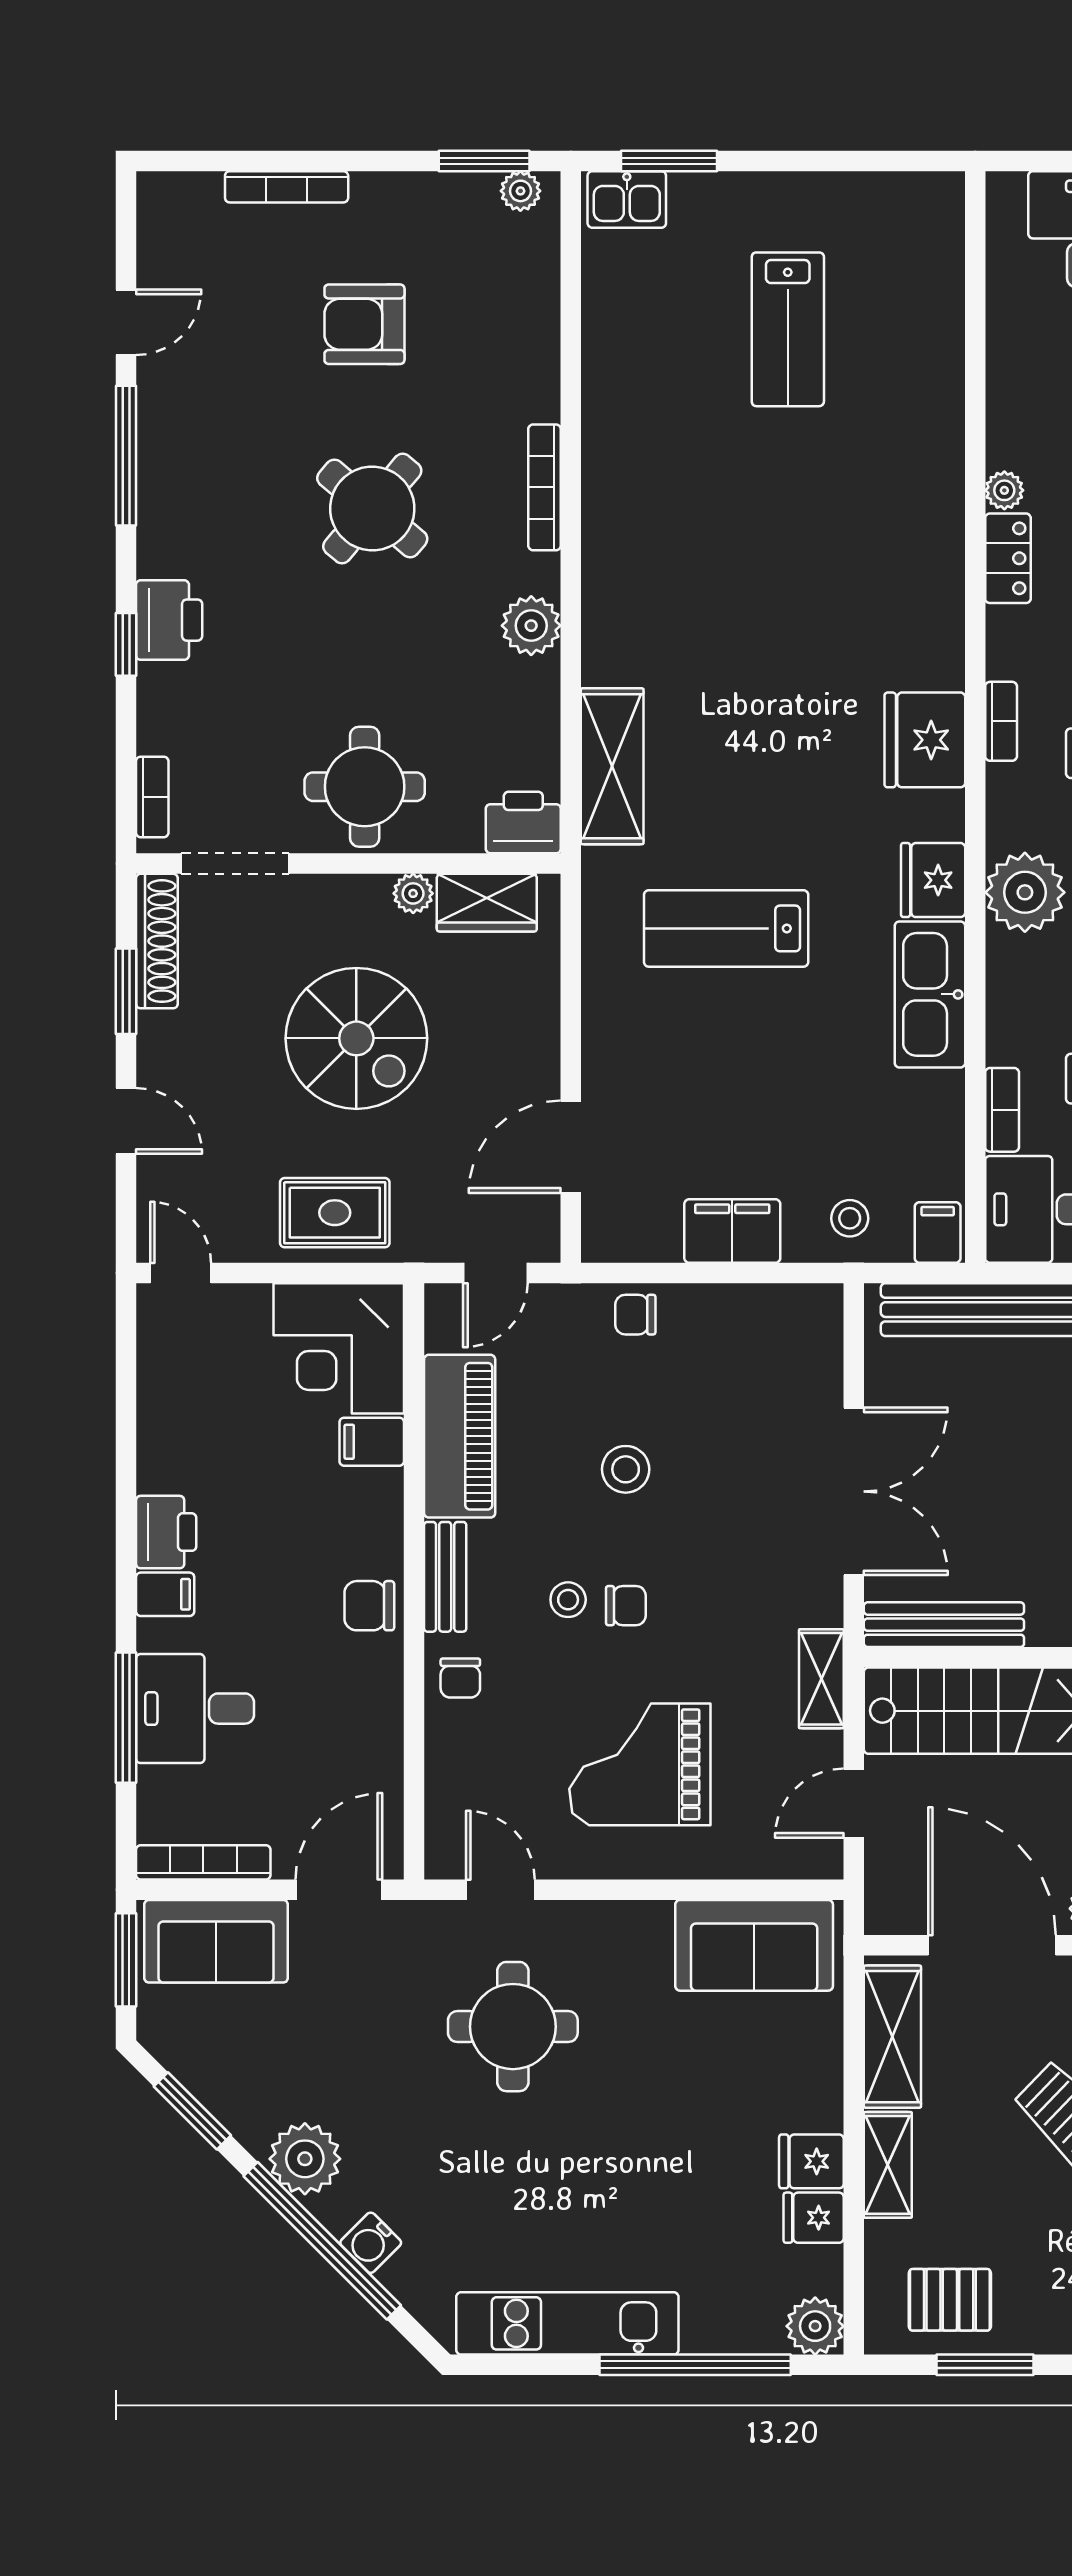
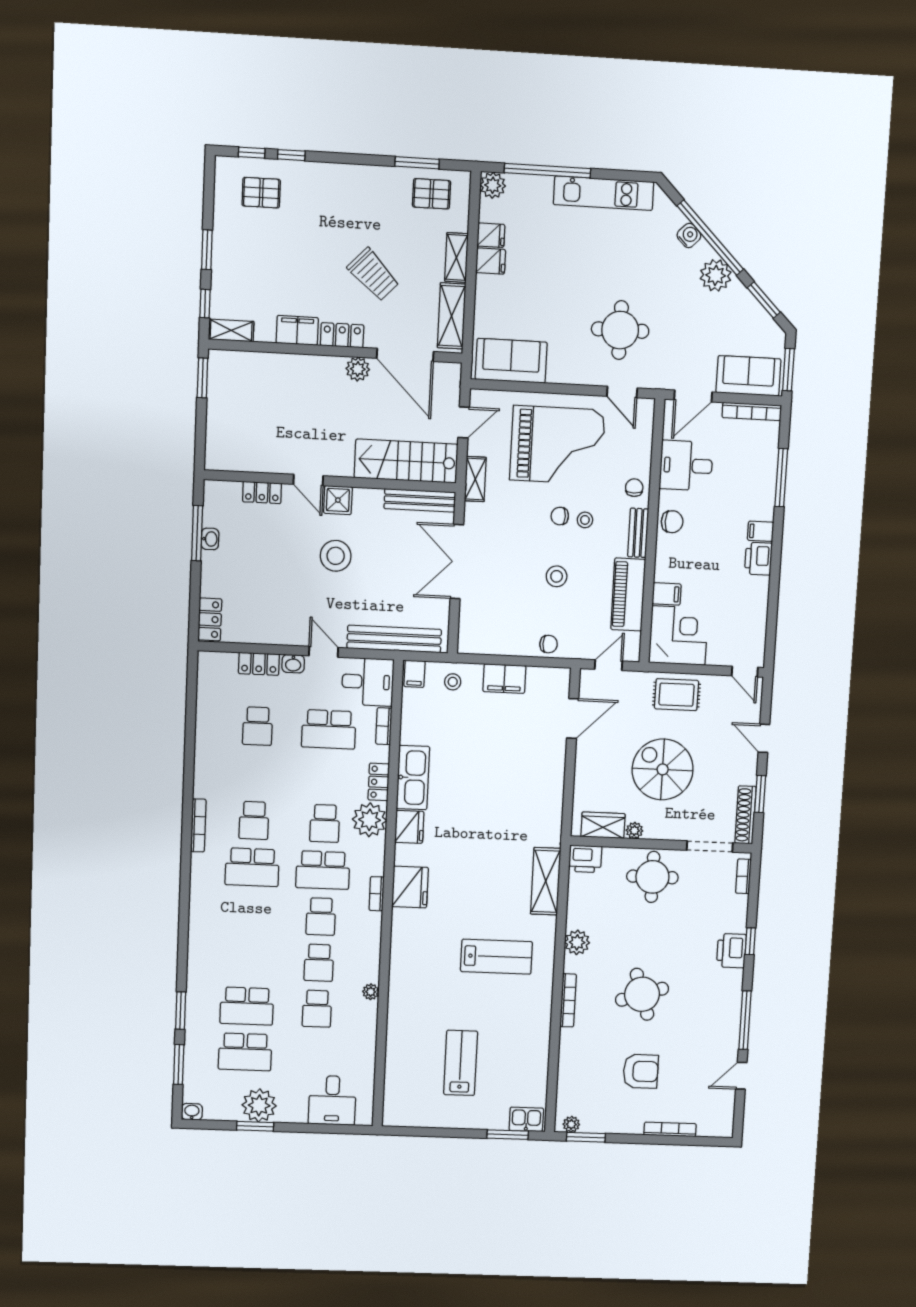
round table: (372, 508) -> (642, 994), turned 32
locker: (1008, 558) -> (379, 782), moved
lab bench: (726, 928) -> (496, 957), moved
desk: (195, 1709) -> (686, 466), moved, turned 180
grand piano: (640, 1764) -> (557, 445), width x1.37, depth x1.48

